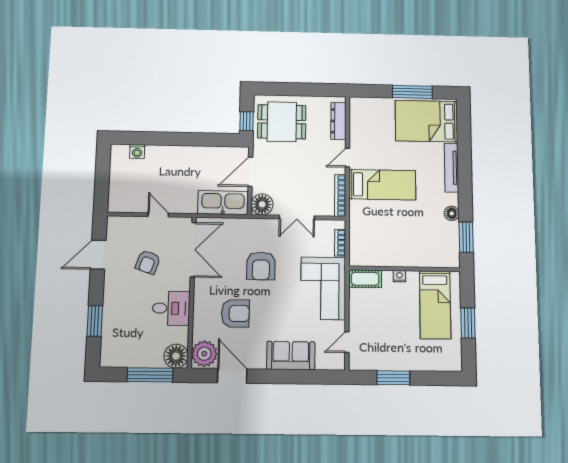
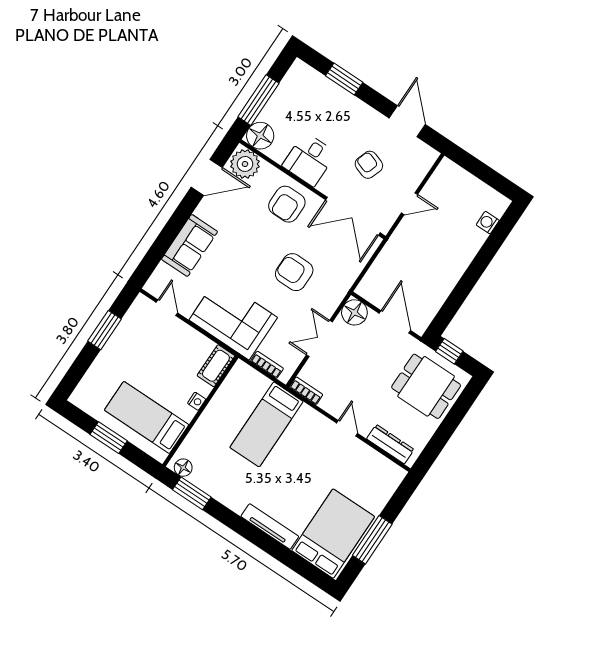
dining table: (282, 122) -> (426, 386), turned 90
bed: (382, 185) -> (266, 424), moved
bookcase: (340, 195) -> (306, 391), width x0.64
kitchen sink: (223, 203) -> (381, 275), removed
floor lamp: (452, 213) -> (183, 468), moved
armchair: (235, 313) -> (287, 204), moved

